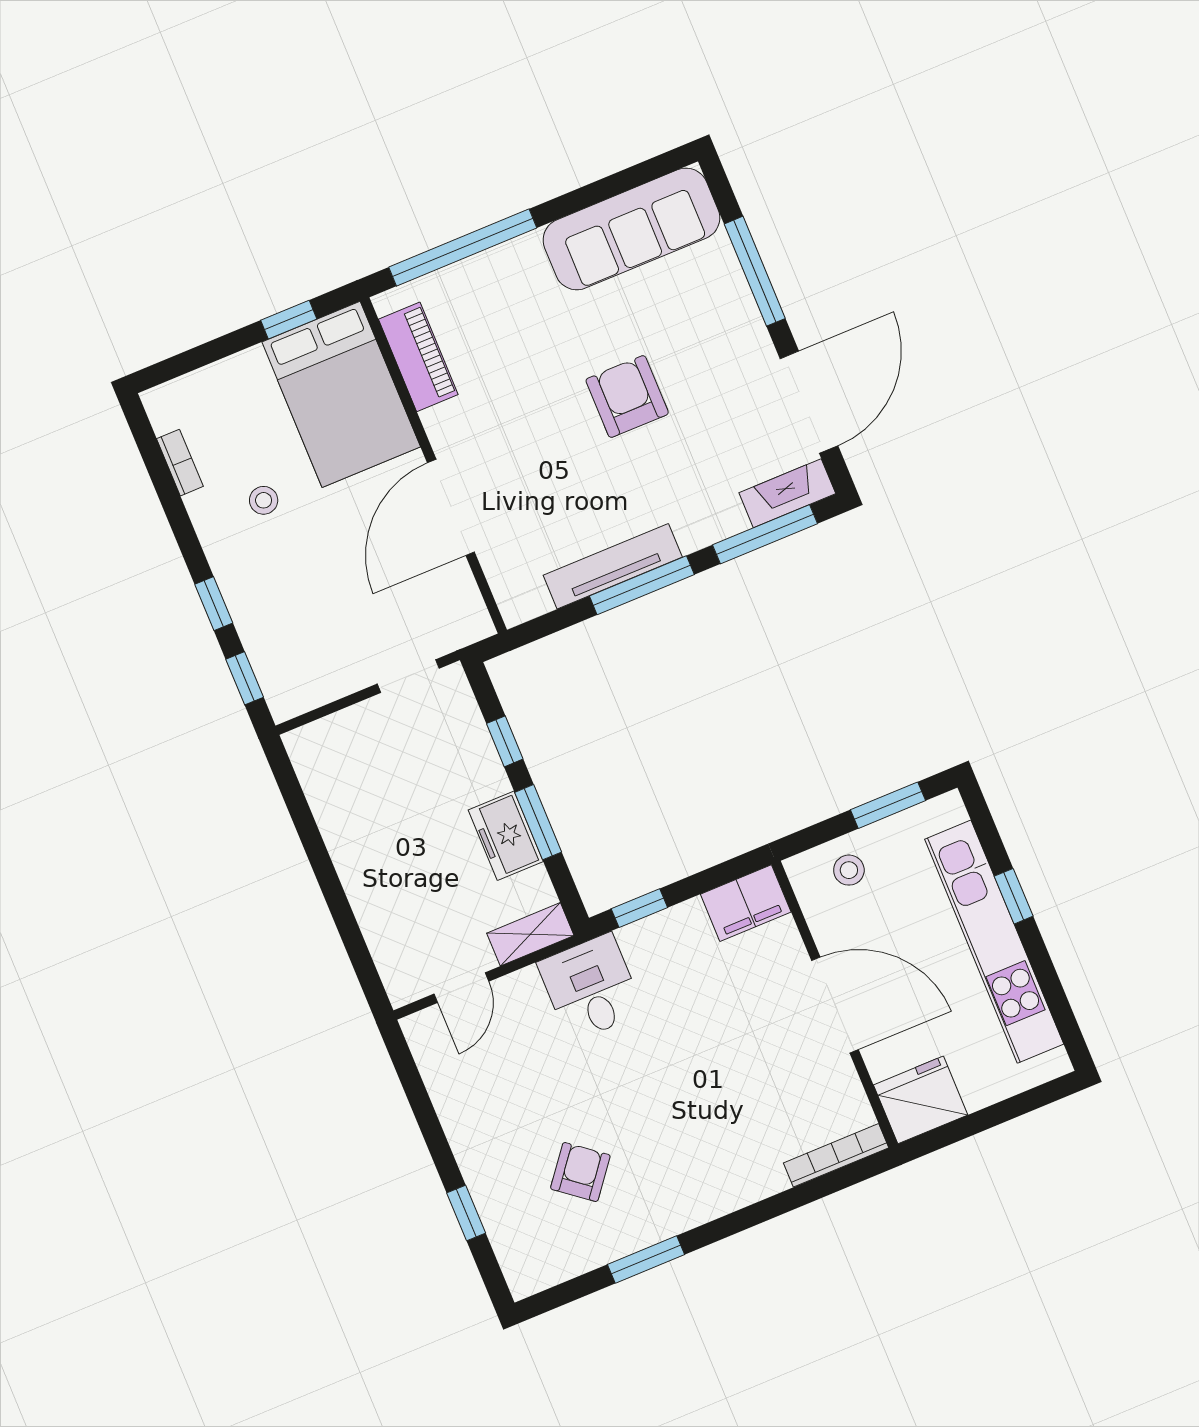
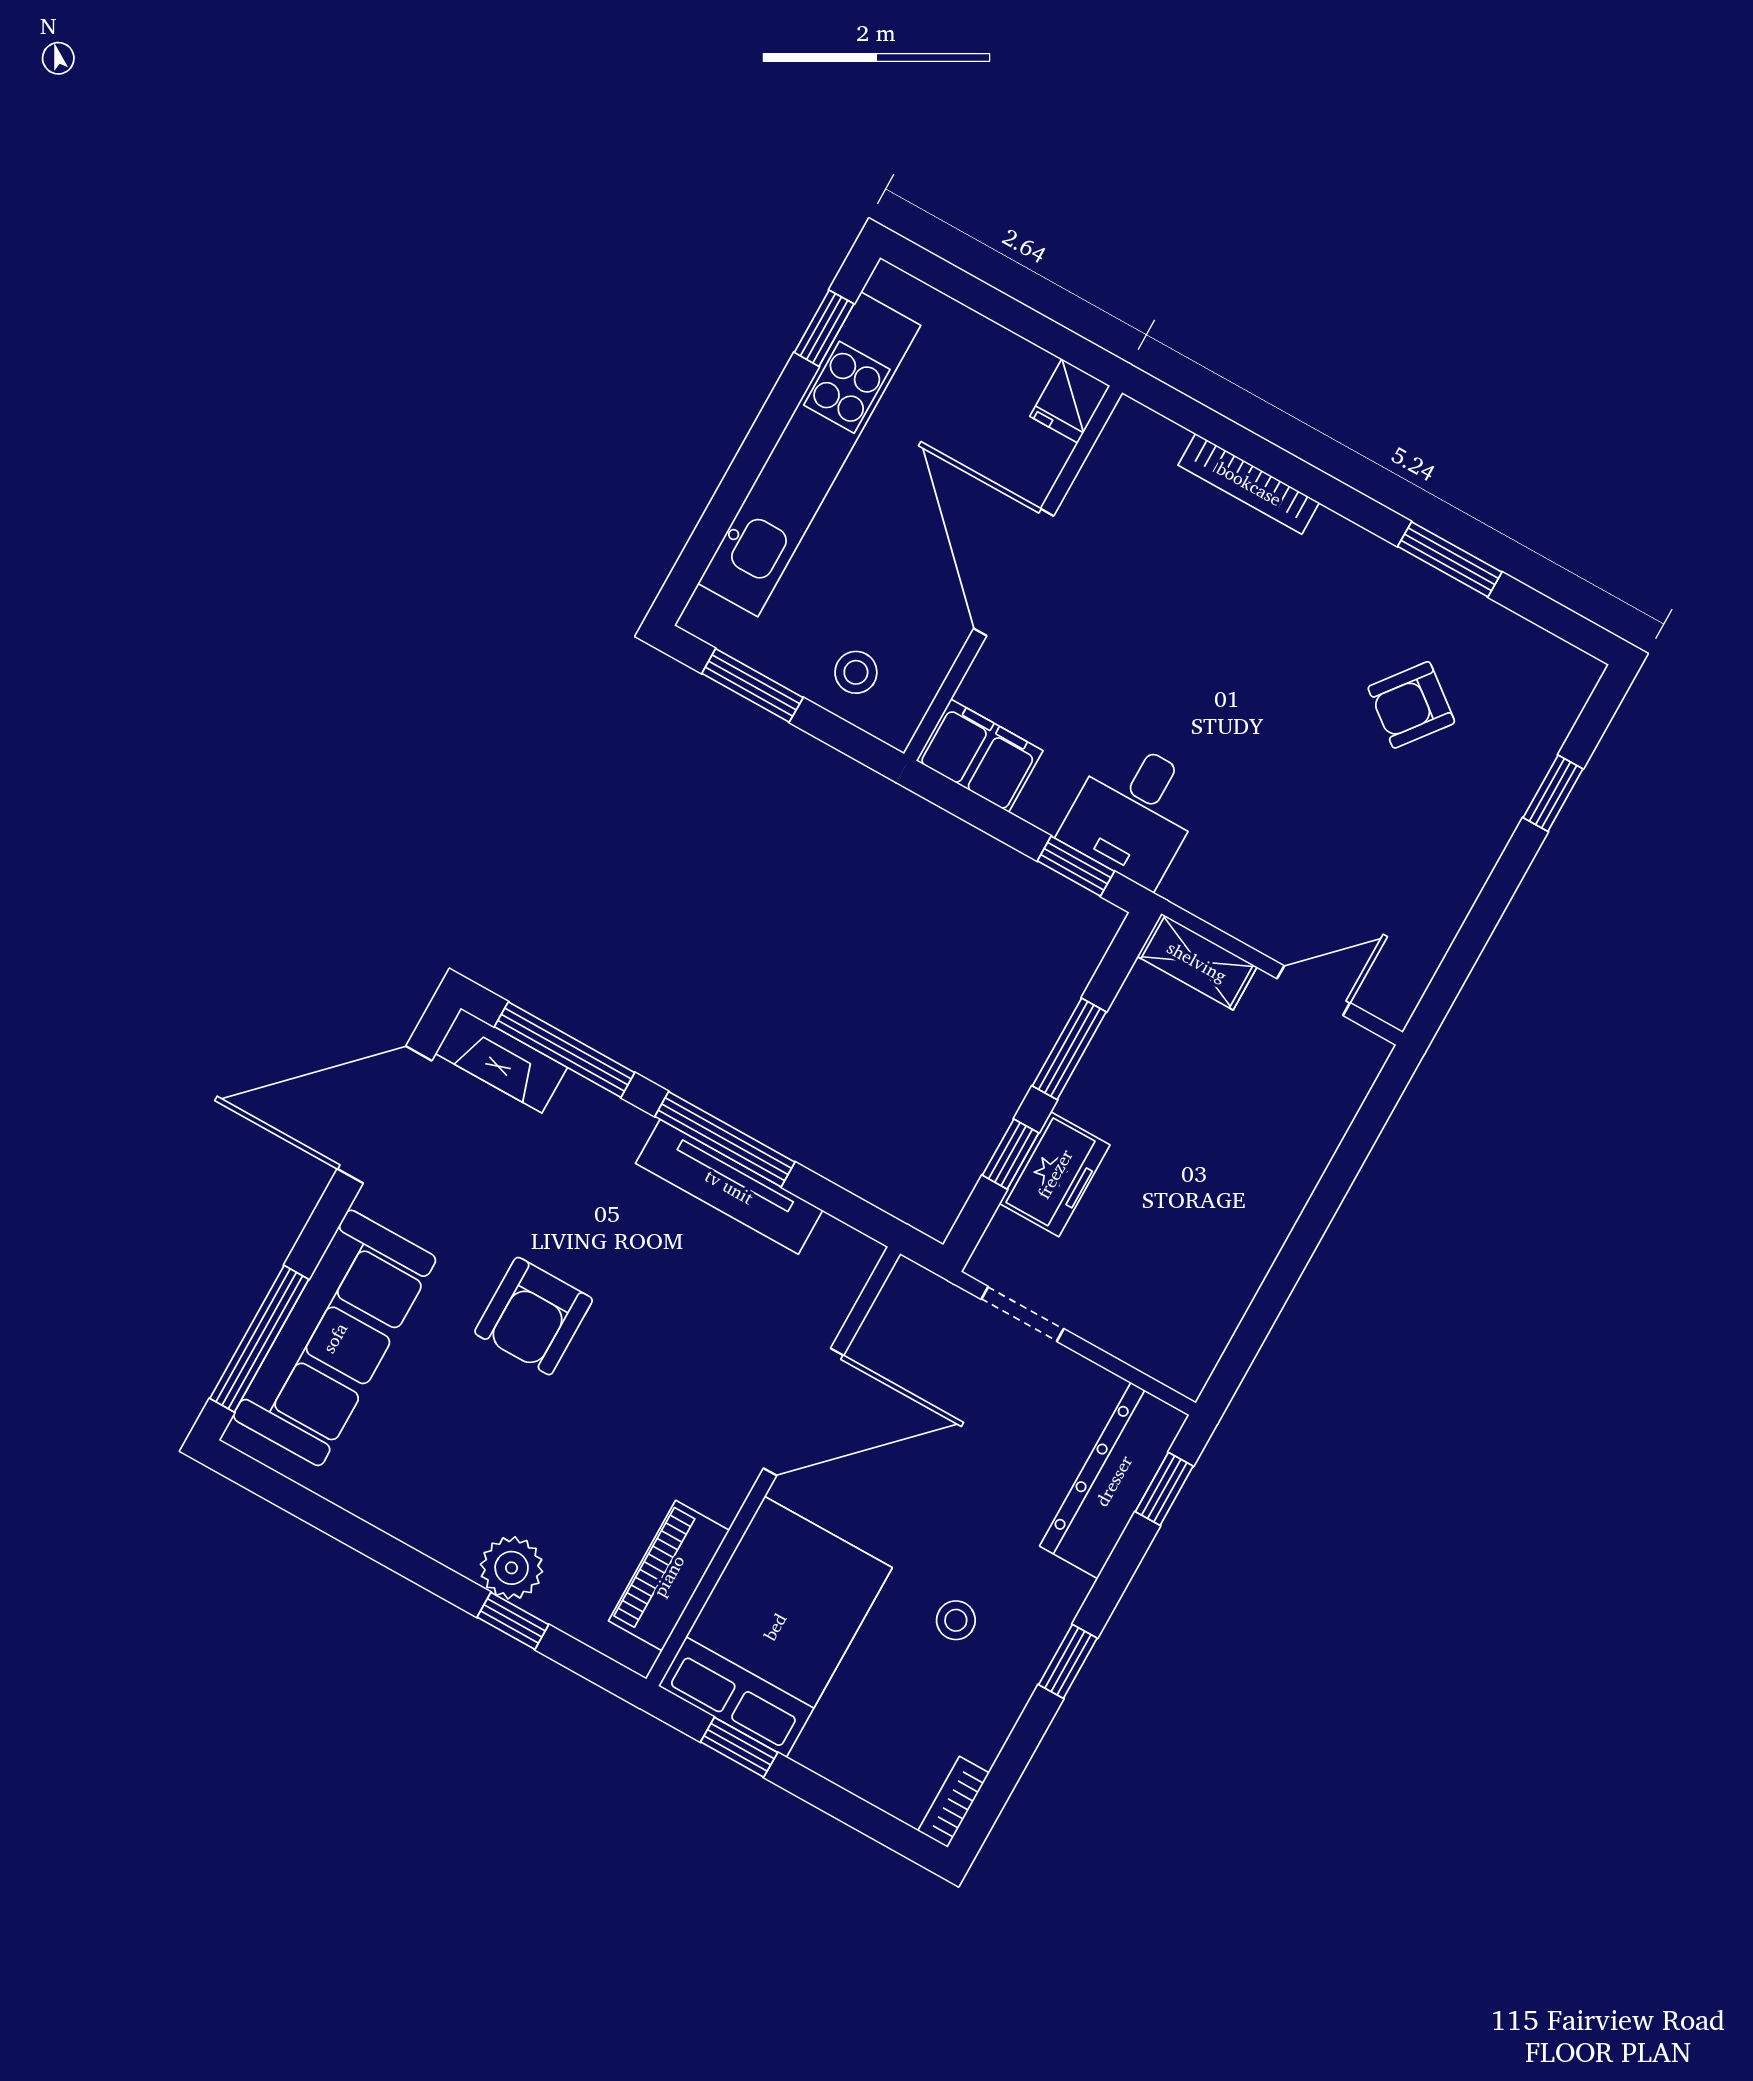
sofa: (631, 229) -> (335, 1338), moved, turned 90
window: (463, 248) -> (513, 1621), width x0.32
plant: (493, 271) -> (512, 1568), added
window: (755, 271) -> (259, 1339), moved
bookcase: (180, 463) -> (954, 1802), moved
window: (214, 604) -> (1068, 1661), moved
dresser: (272, 654) -> (1114, 1481), added
freezer: (506, 836) -> (1055, 1174), moved
window: (1014, 896) -> (824, 328), moved
desk: (591, 988) -> (1134, 812), moved
fridge: (921, 1100) -> (1070, 401), width x0.53, depth x0.75
bookcase: (836, 1155) -> (1249, 484), moved

